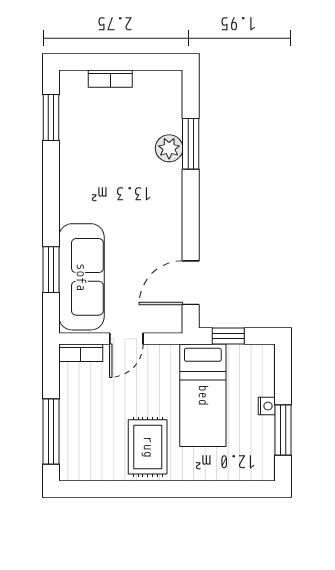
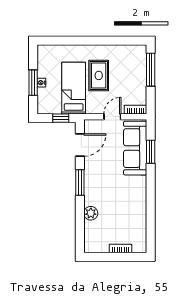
window: (51, 117) -> (151, 229), removed
window: (191, 144) -> (80, 183), moved
window: (283, 430) -> (33, 83), moved
rug: (148, 447) -> (99, 75), moved

